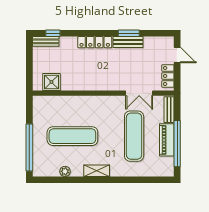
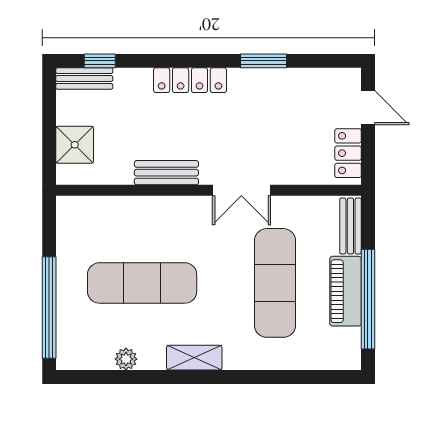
bench: (128, 42) -> (166, 173), moved
shower: (51, 82) -> (75, 145), moved
double door: (139, 93) -> (241, 190), moved

